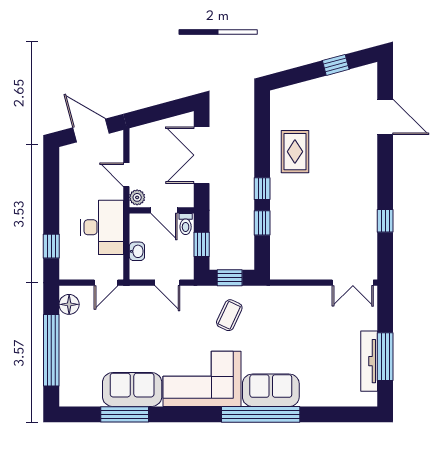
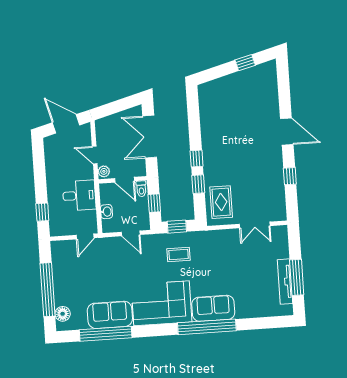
door: (385, 117) -> (287, 132), moved
rug: (295, 152) -> (221, 202), moved
desk: (102, 227) -> (79, 195), width x0.73
double door: (353, 283) -> (255, 225), moved
floor lamp: (69, 304) -> (63, 314), moved
coffee table: (229, 315) -> (179, 254), turned 65
window: (125, 414) -> (106, 334), width x1.46

